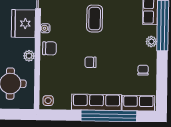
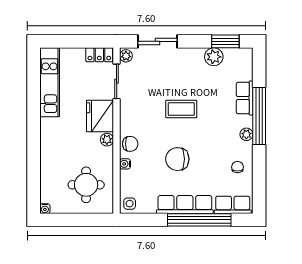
coffee table: (95, 19) -> (181, 109), turned 90
water cooler: (45, 28) -> (125, 164), moved
plant: (29, 56) -> (107, 140), moved
chair: (90, 62) -> (177, 159), width x1.87, depth x1.87

